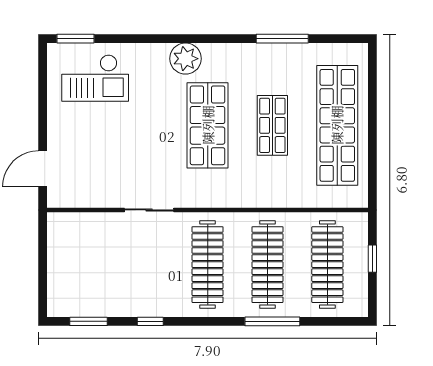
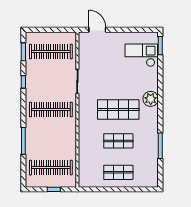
checkout: (95, 78) -> (141, 55), turned 90
shop shelf: (337, 125) -> (118, 172), width x0.50, depth x0.74
clothes rail: (267, 265) -> (51, 52), moved

